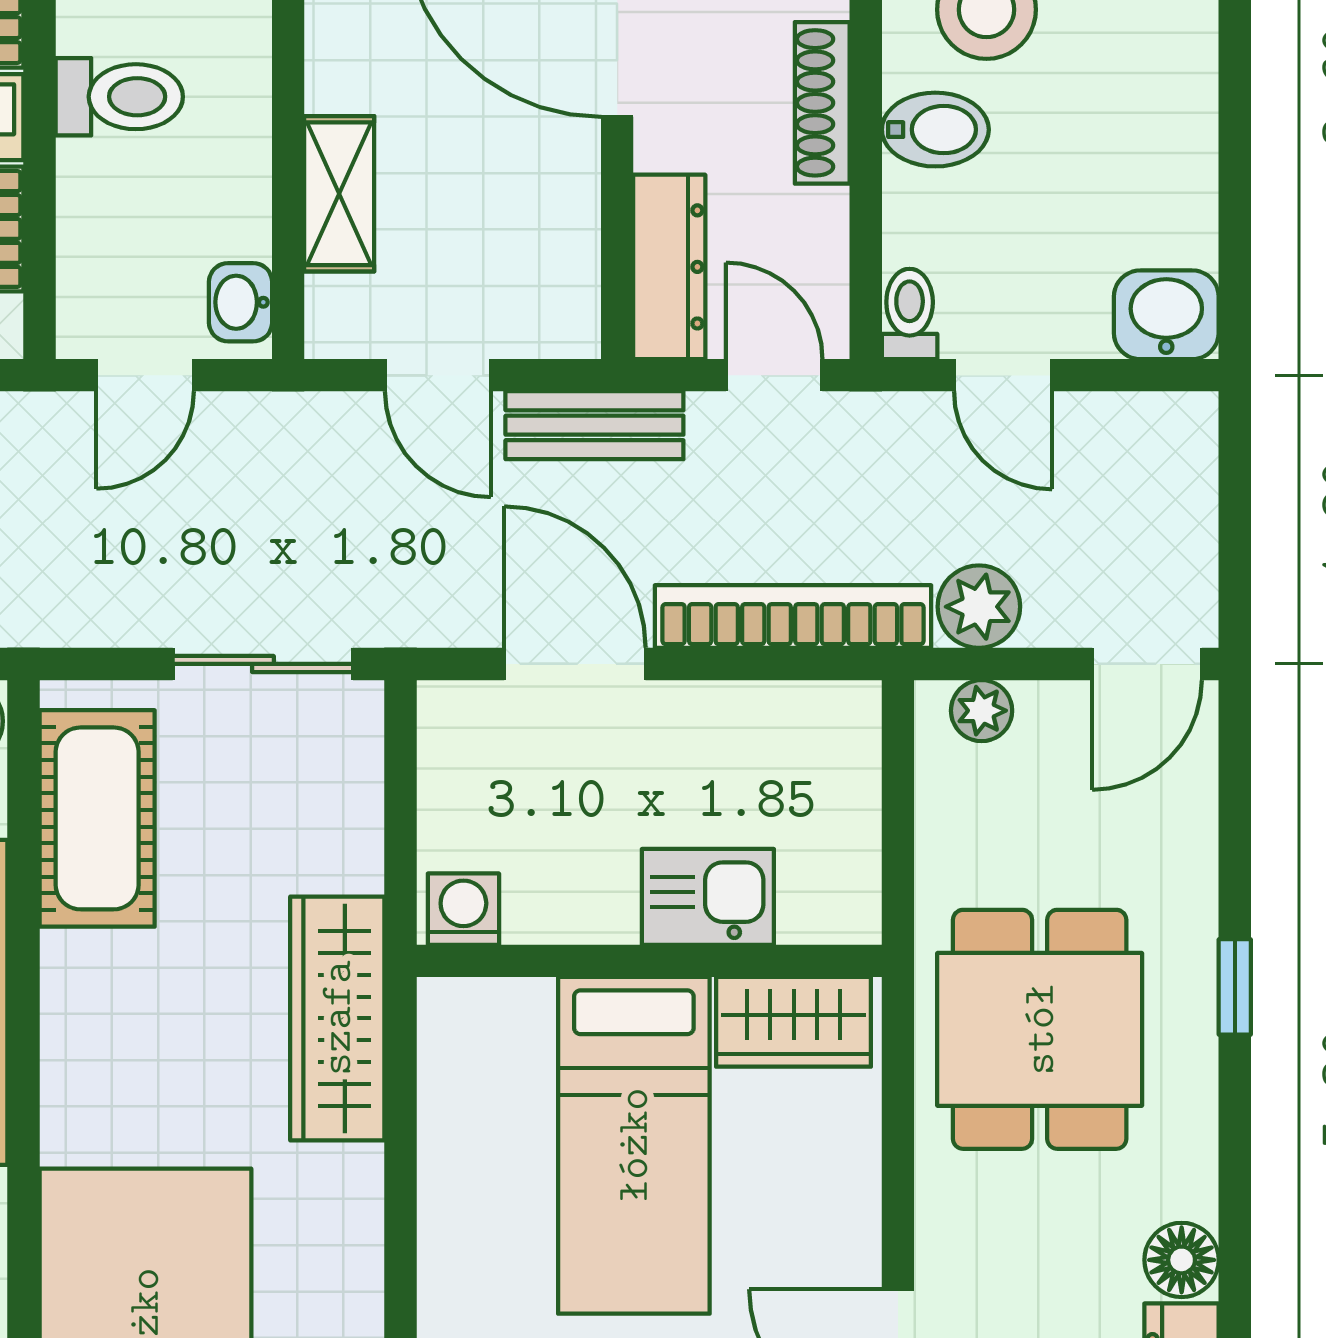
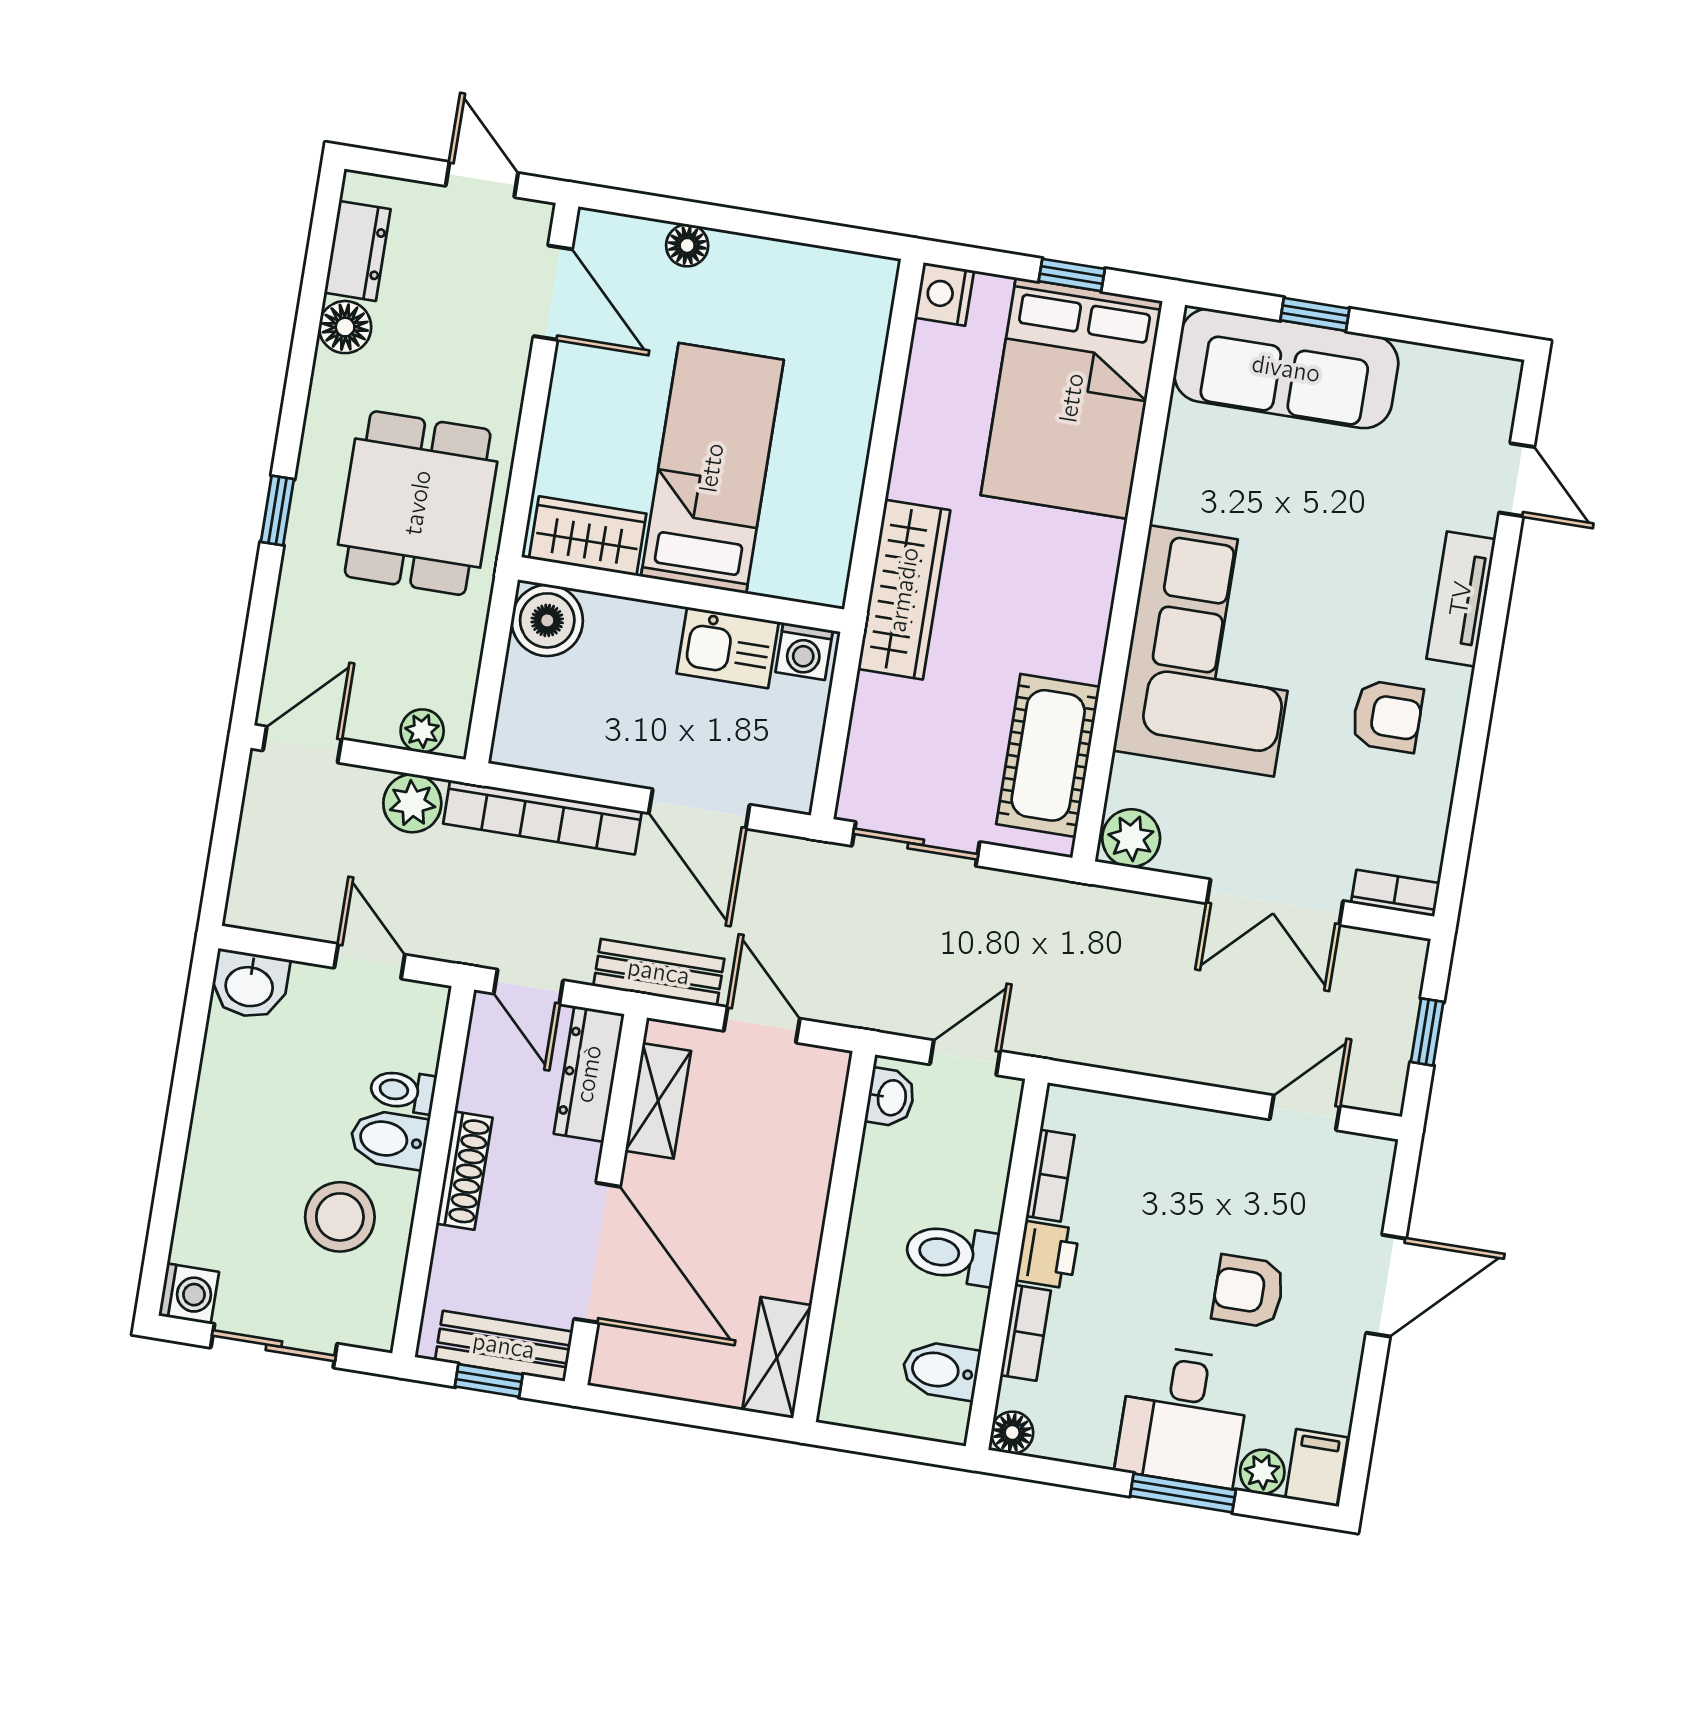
shelving: (339, 194) -> (658, 1101), moved
toilet: (910, 314) -> (403, 1091), moved, turned 90
boiler: (831, 894) -> (547, 620), added
kitchen sink: (708, 897) -> (728, 648), moved

